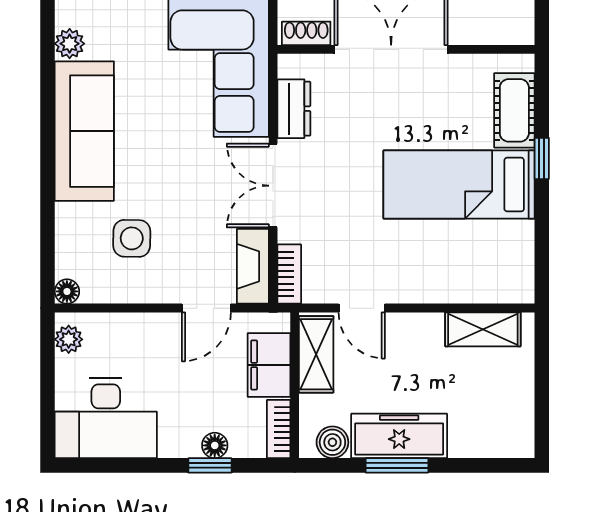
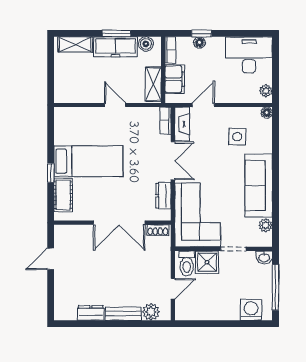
door: (362, 308) -> (115, 105), moved
shelving: (483, 329) -> (75, 44), moved

